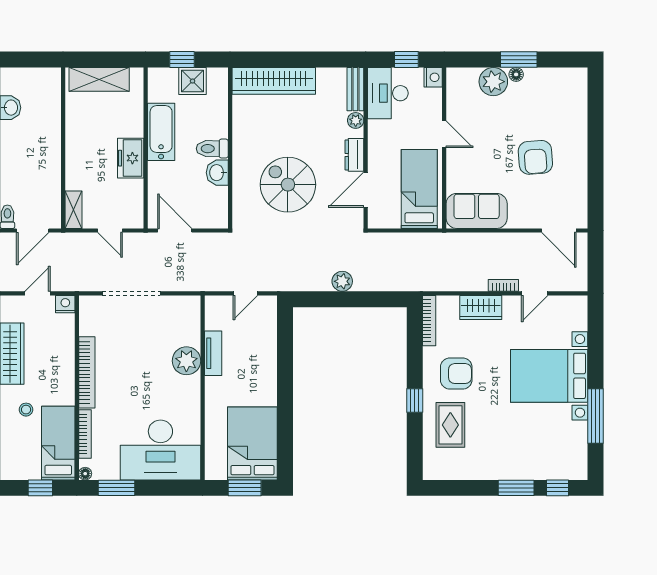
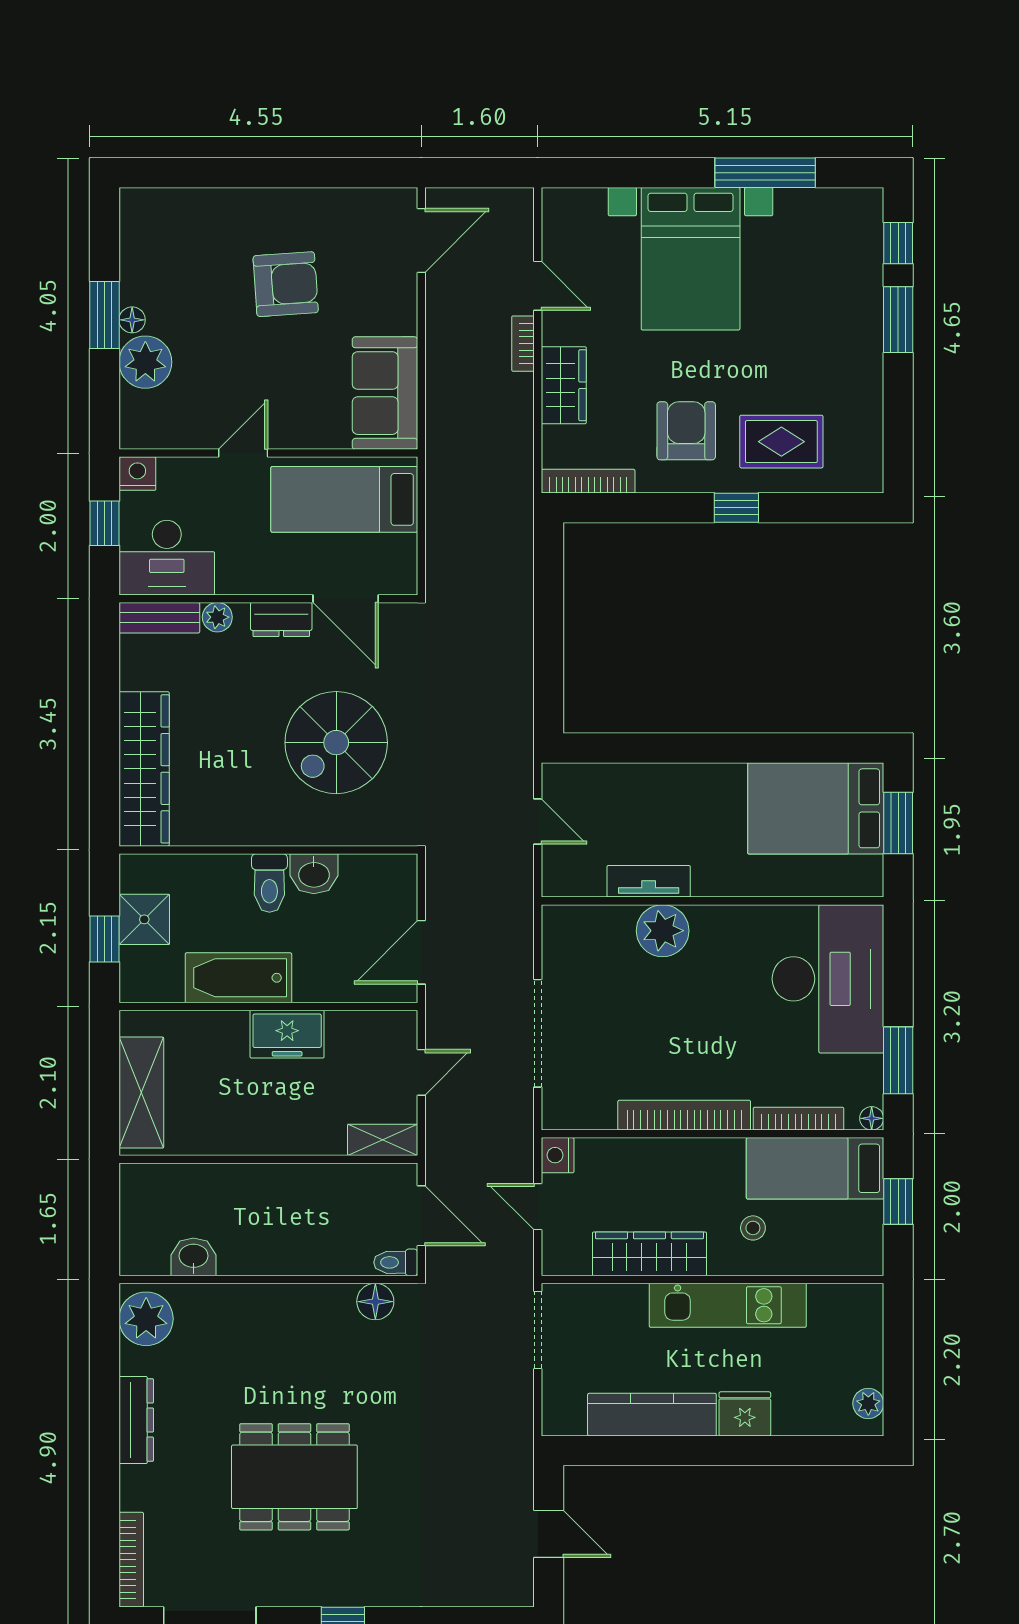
plant: (342, 281) -> (515, 642), removed

